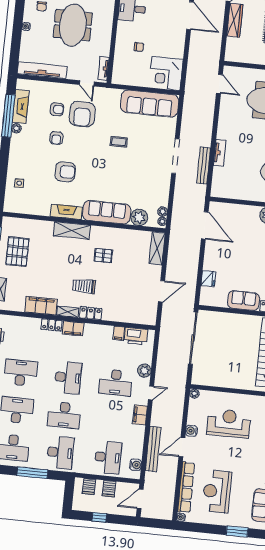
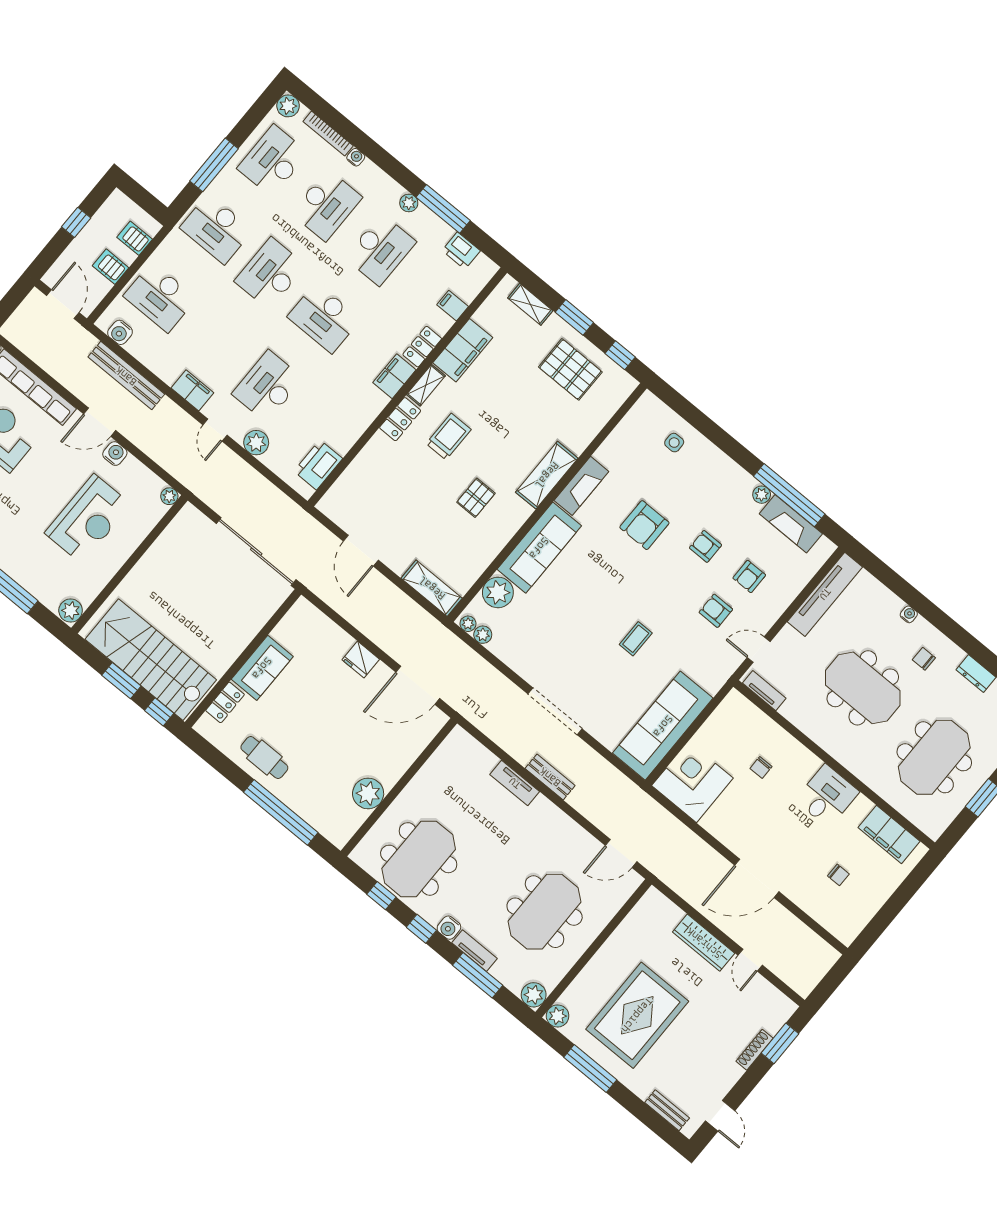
armchair: (82, 114) -> (716, 611), width x0.53, depth x0.53
bench: (204, 166) -> (550, 777), moved, width x0.73
fridge: (208, 279) -> (361, 659), moved
filing cabinet: (119, 333) -> (453, 306), moved
door: (182, 447) -> (100, 422), swing flipped

